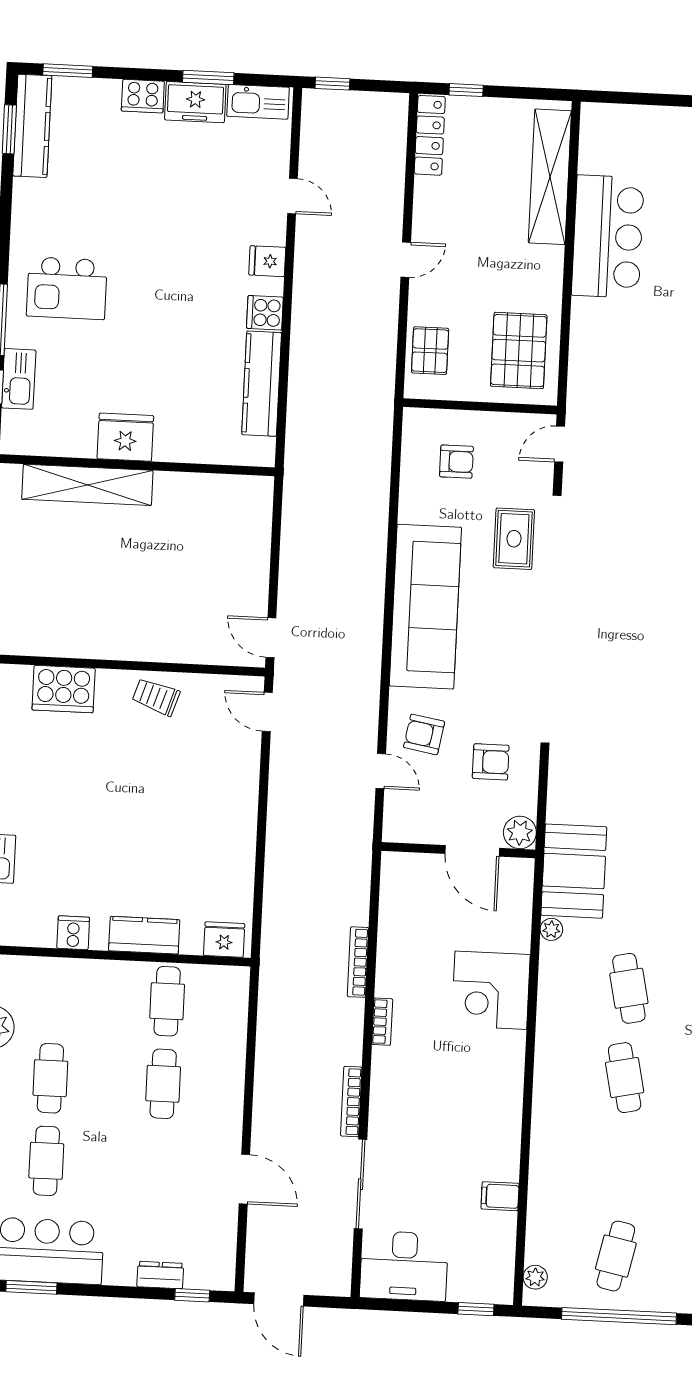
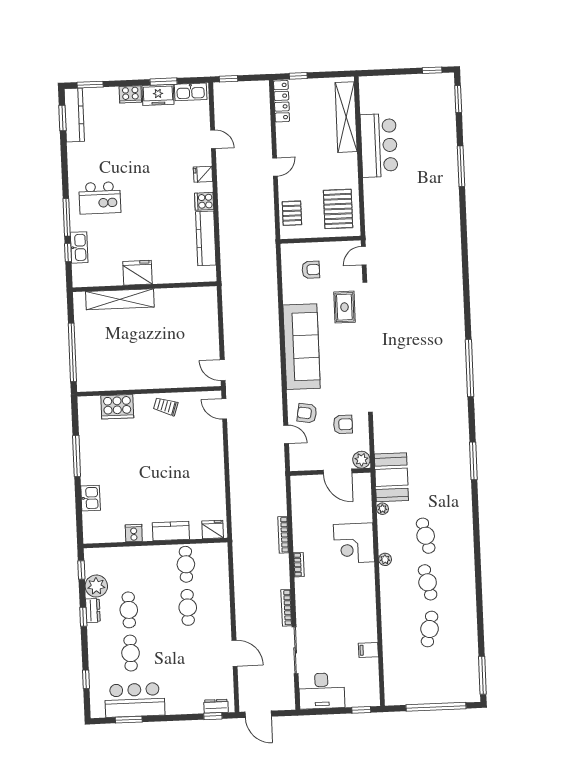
cafe table: (616, 1256) -> (430, 629), moved
dresser: (160, 1275) -> (216, 706), moved
plant: (535, 1277) -> (385, 559), moved

